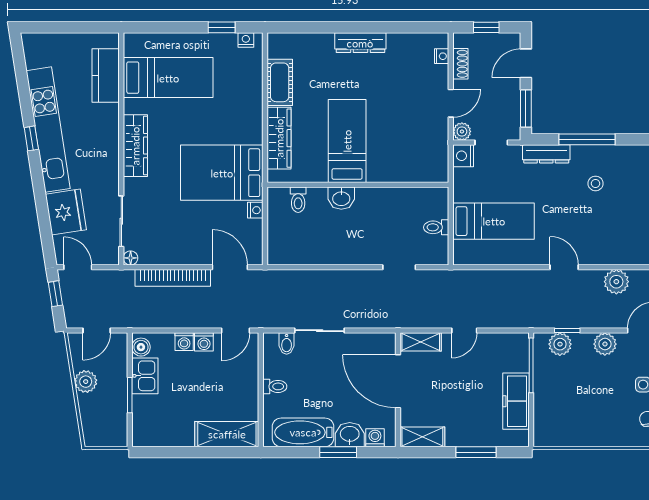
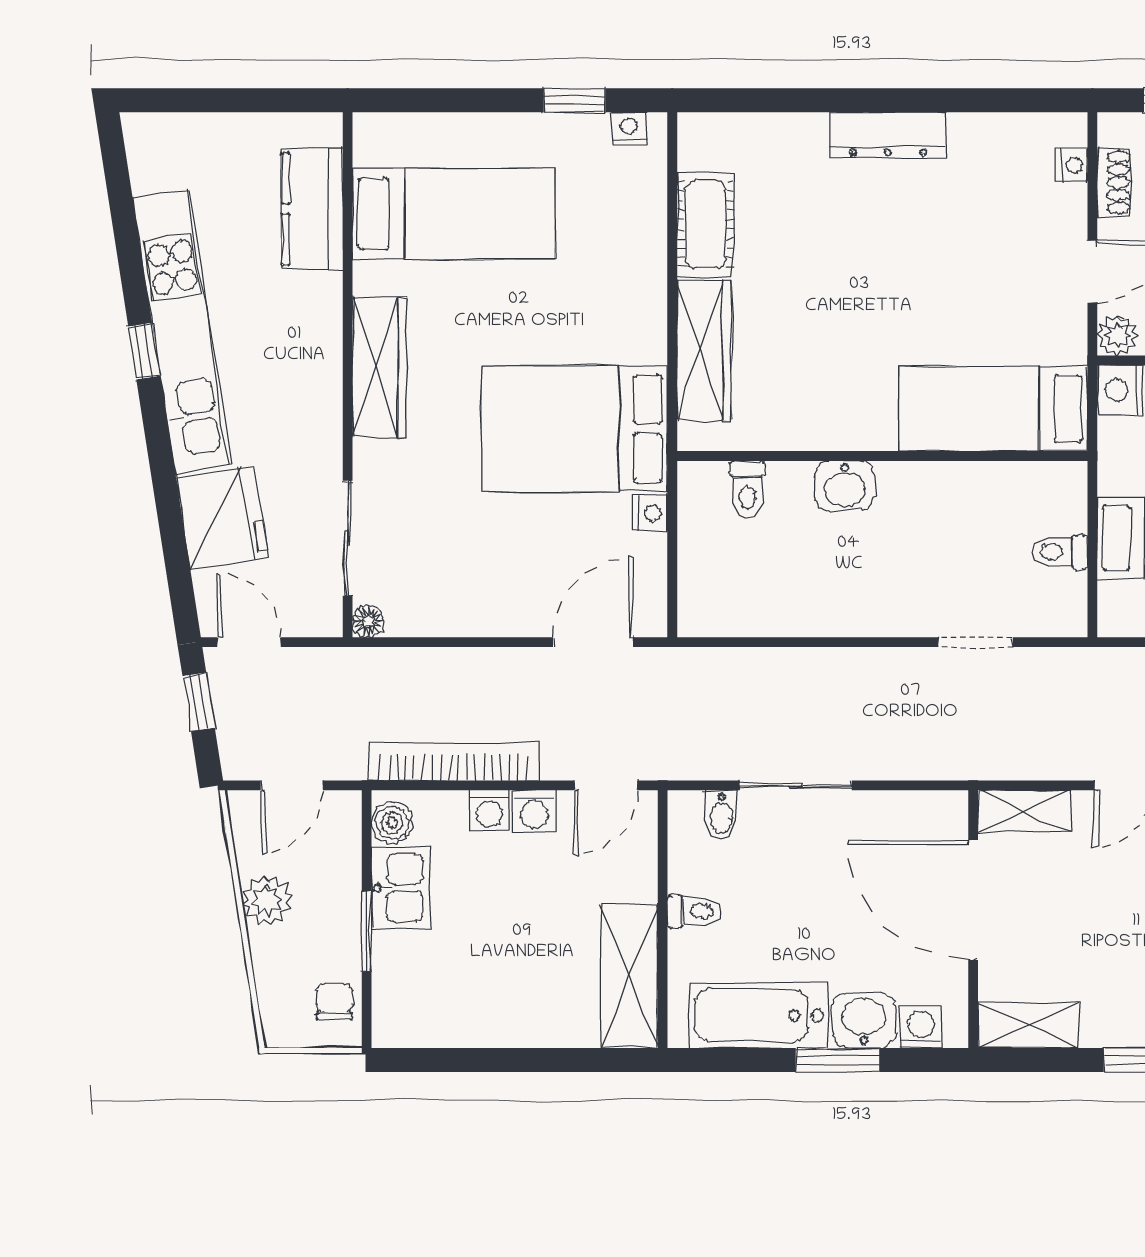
bed: (347, 141) -> (993, 409), moved, turned -90
door: (230, 267) -> (593, 642), hinge flipped
bookcase: (173, 278) -> (454, 761), moved, turned 180
chair: (115, 426) -> (334, 1002), added
shelving: (227, 434) -> (629, 976), moved, turned 90

